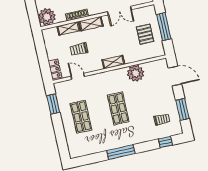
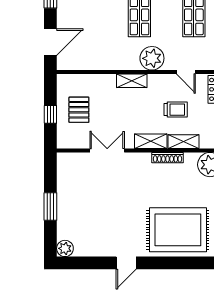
window: (164, 27) -> (50, 114), width x0.46
plant: (136, 73) -> (152, 58), moved
door: (175, 76) -> (50, 42), swing flipped

